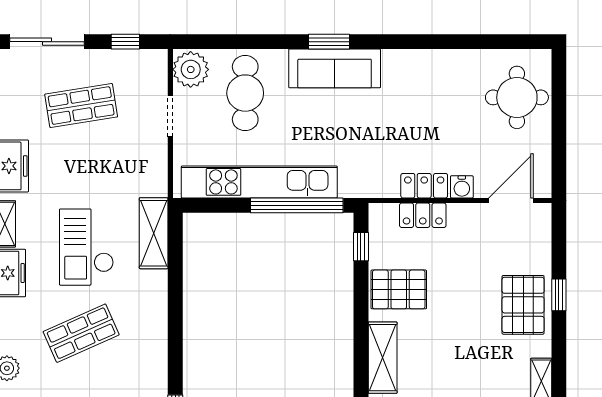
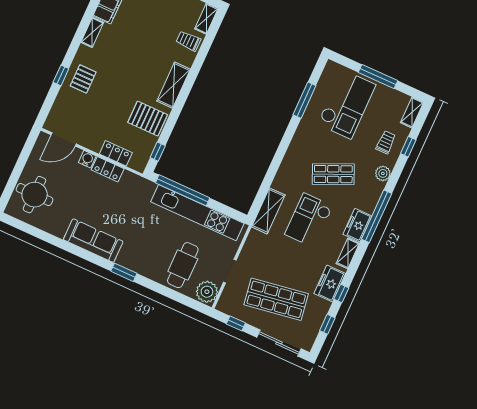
sofa: (335, 68) -> (93, 241), moved
shop shelf: (81, 106) -> (276, 299), width x1.43, depth x1.36
checkout: (86, 247) -> (309, 220), turned 180
pallet: (523, 305) -> (83, 79), width x0.67, depth x0.71

